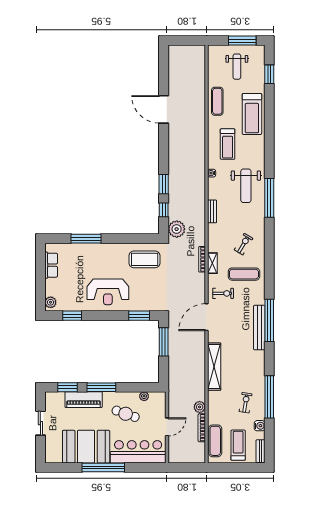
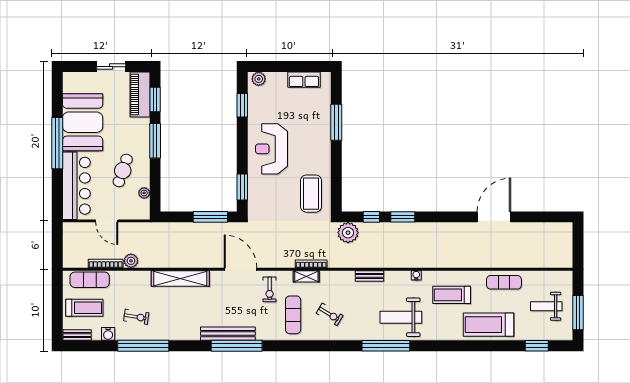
piano: (84, 400) -> (140, 95), moved

